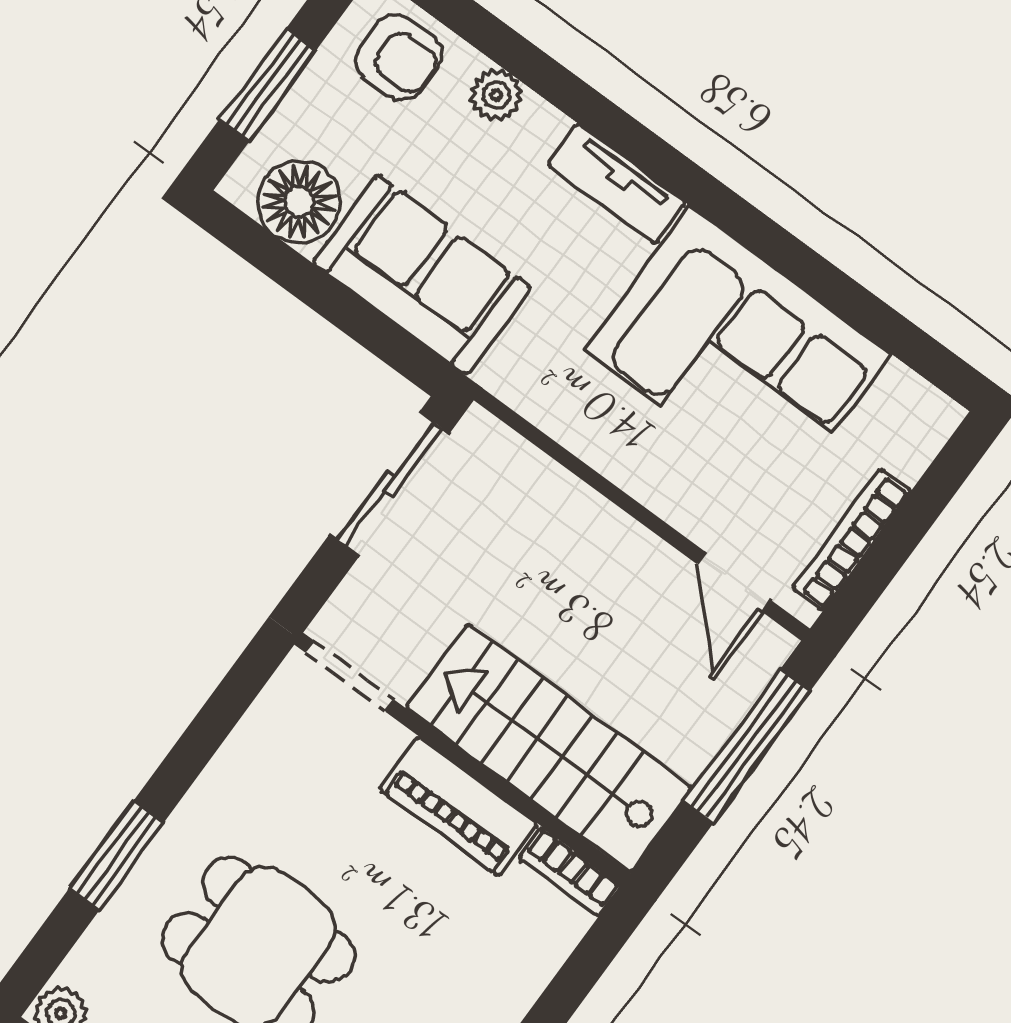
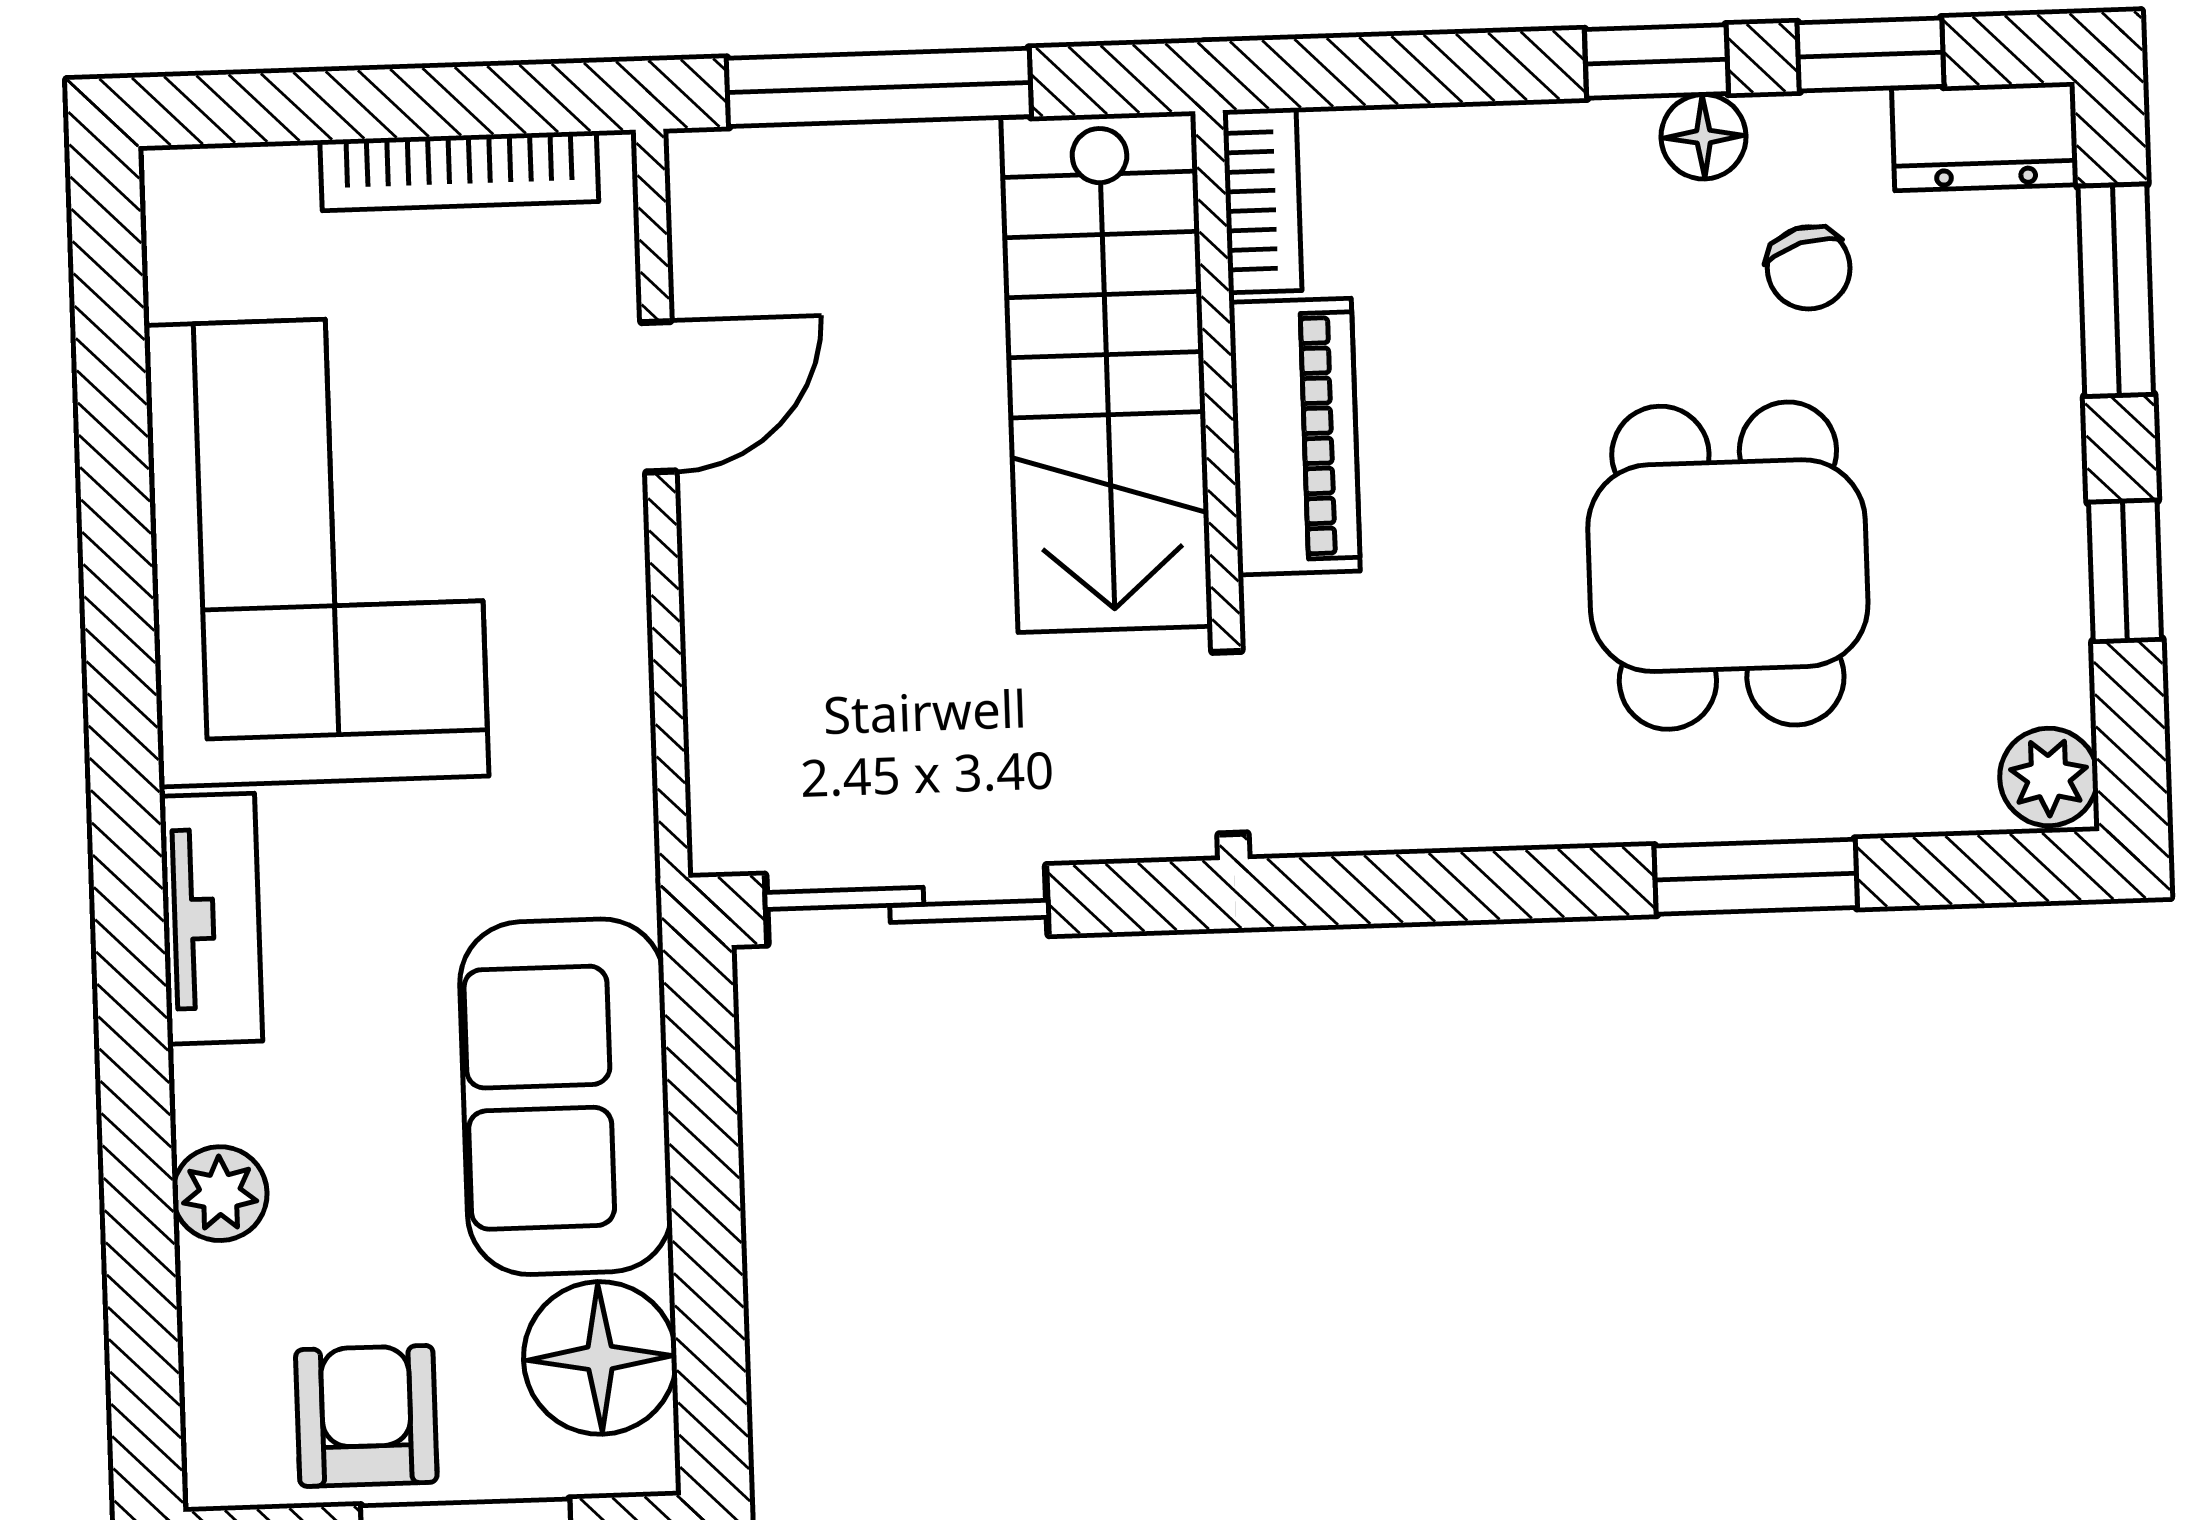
armchair: (398, 57) -> (366, 1416), moved
door: (734, 582) -> (658, 397), moved

